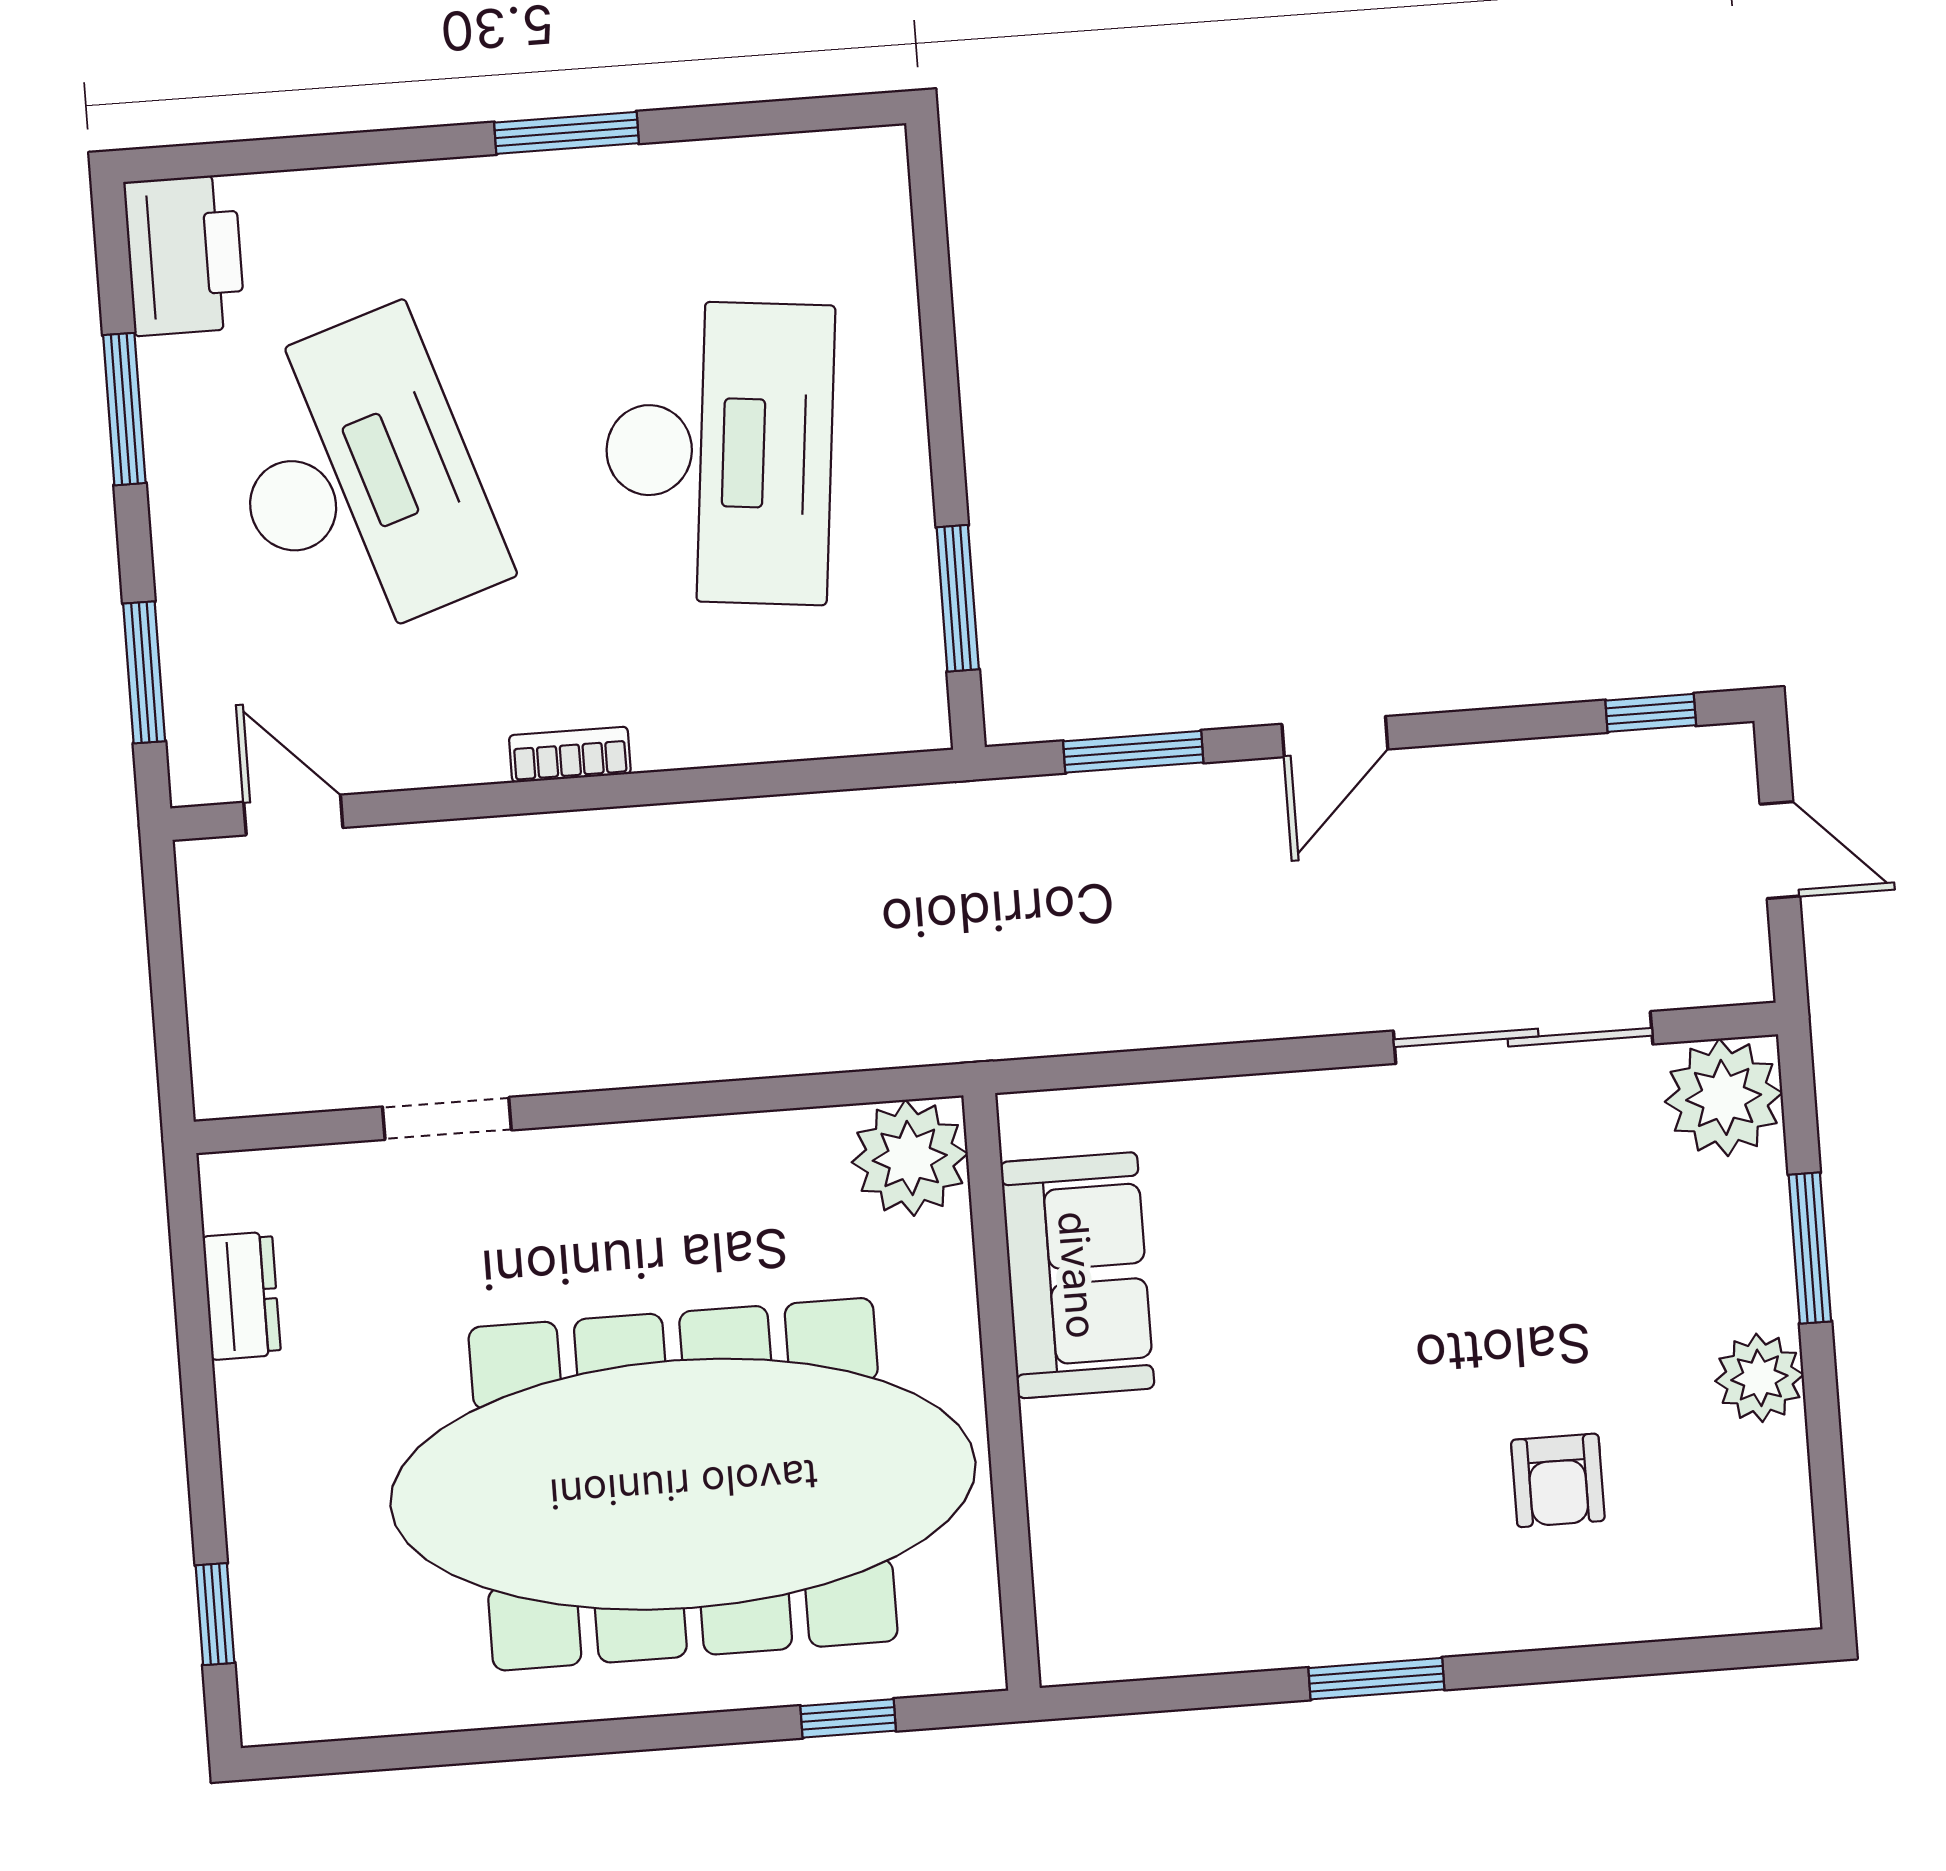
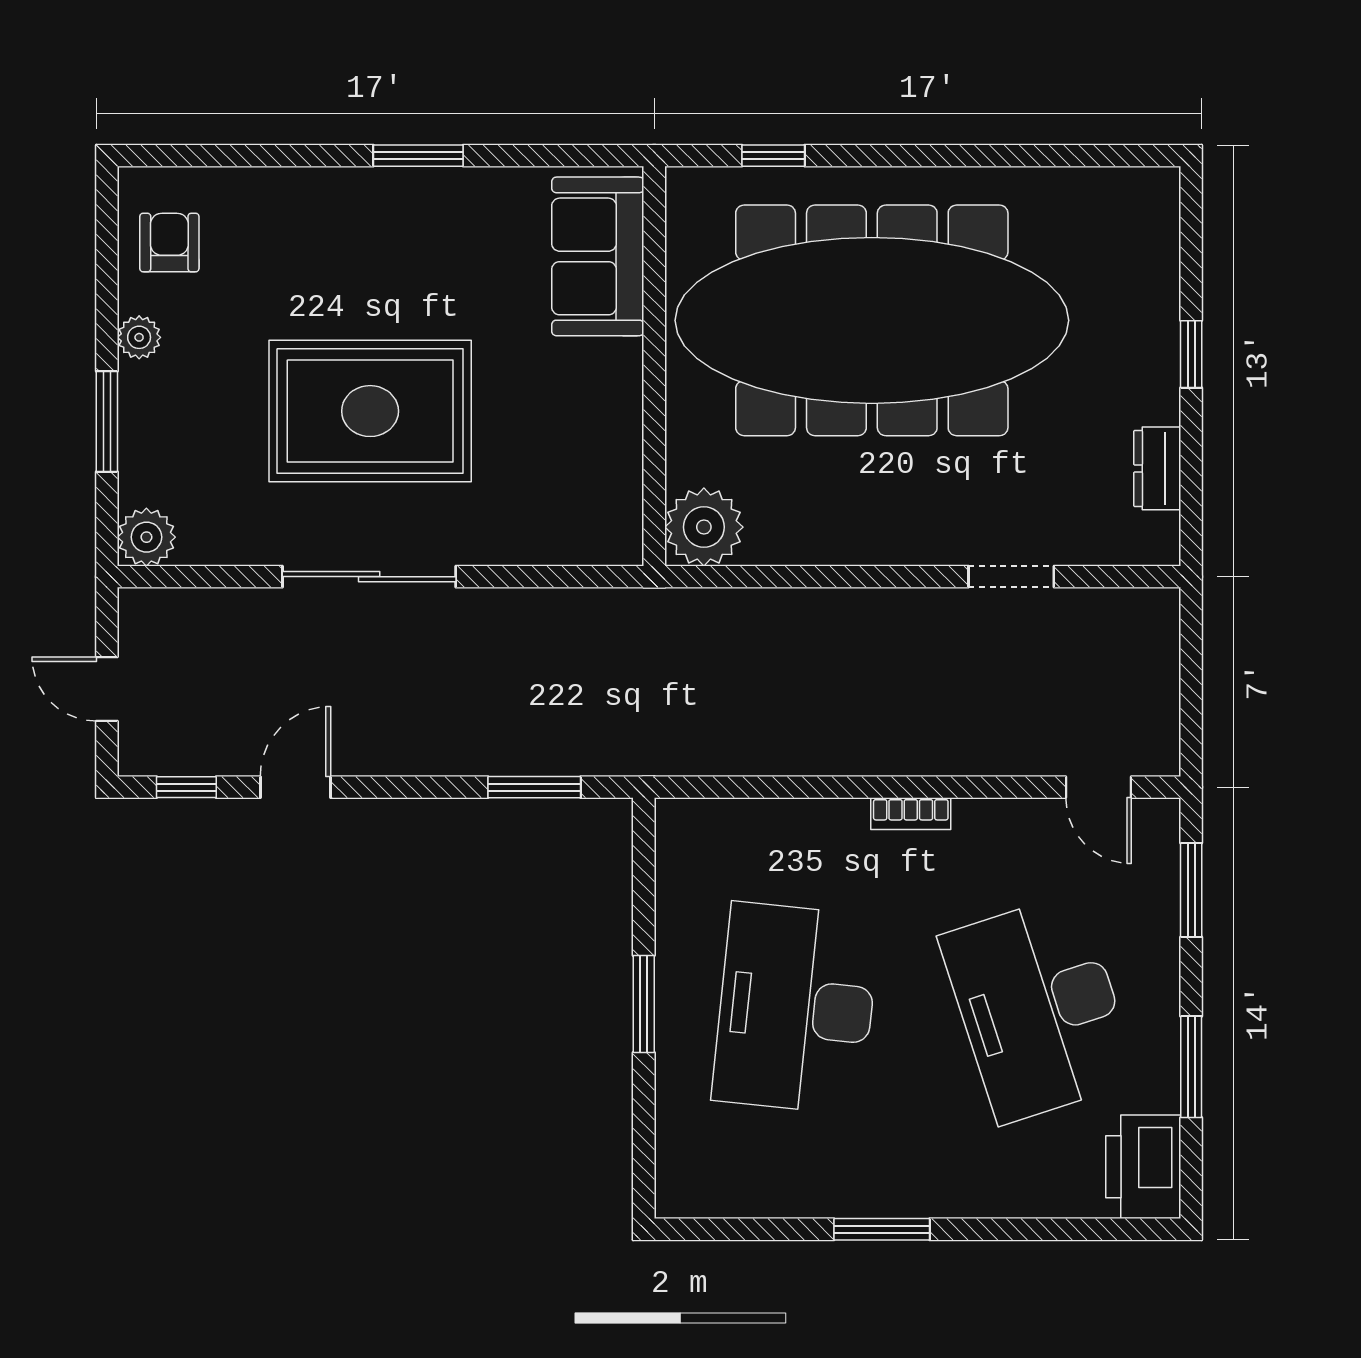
window: (958, 598) -> (644, 1004), moved
door: (1335, 737) -> (296, 787), moved
sliding door: (1523, 1038) -> (369, 577), moved
plant: (1724, 1097) -> (146, 537), width x0.73, depth x0.73
sofa: (1077, 1275) -> (598, 256), moved
rug: (1419, 1293) -> (370, 411), added
plant: (1759, 1378) -> (139, 337), width x0.73, depth x0.73
armchair: (1558, 1480) -> (169, 243), moved
window: (215, 1614) -> (1191, 354), moved

